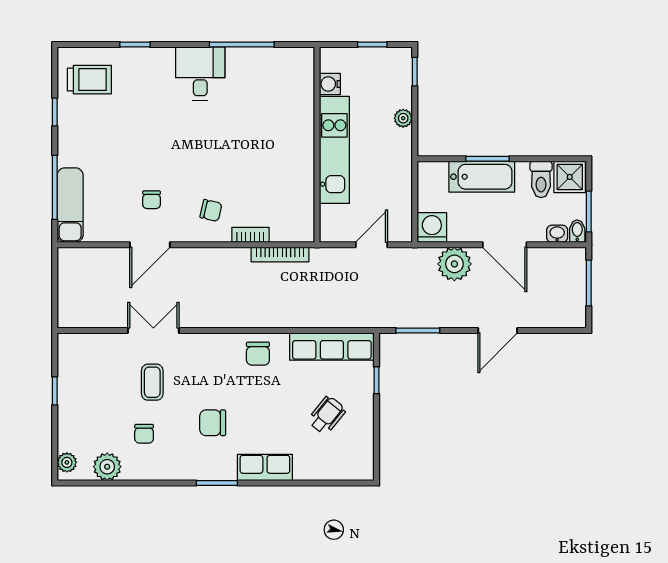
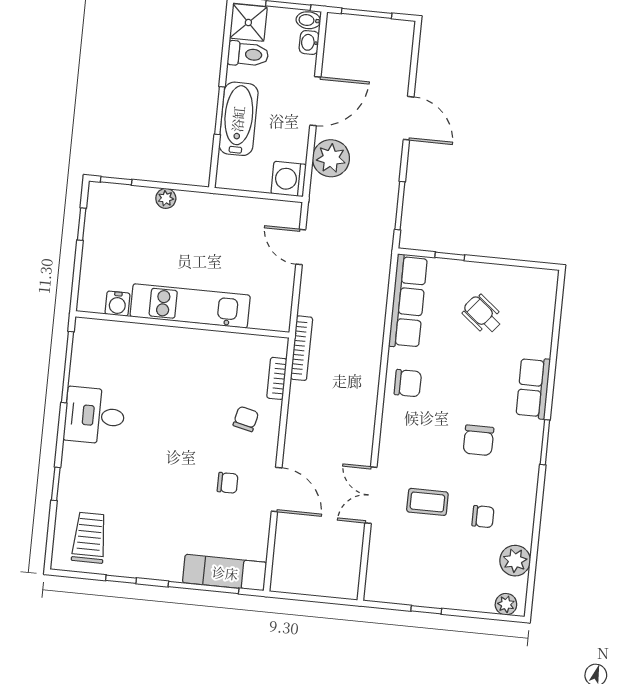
water cooler: (330, 84) -> (117, 304), moved
wall: (317, 145) -> (182, 324), moved
kitchen unit: (334, 150) -> (190, 306), moved

